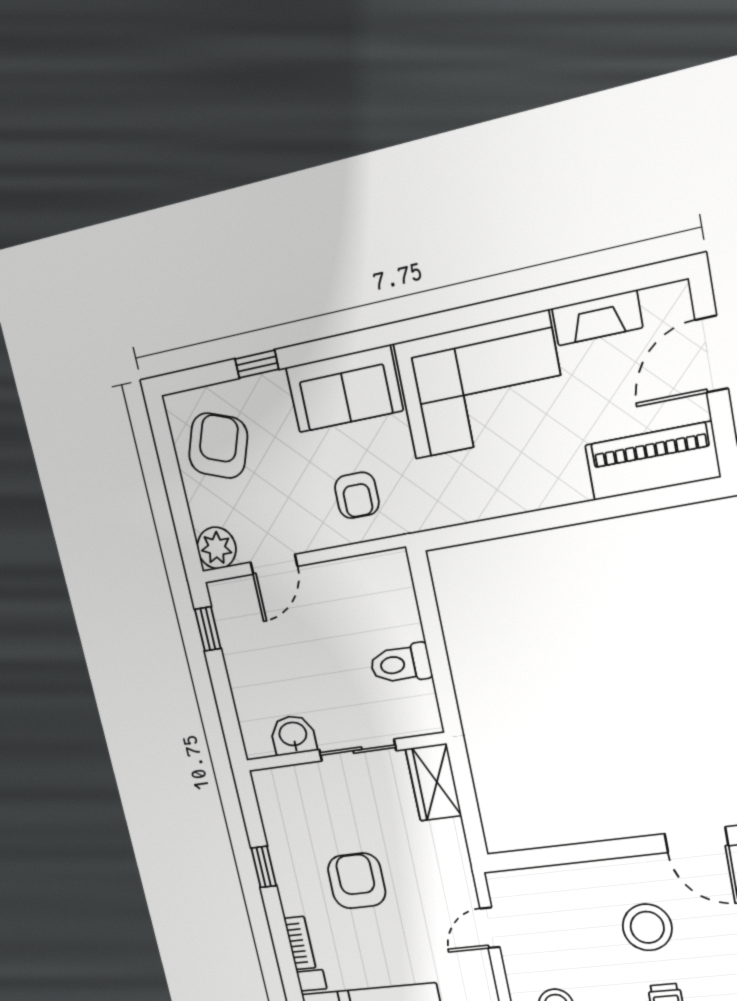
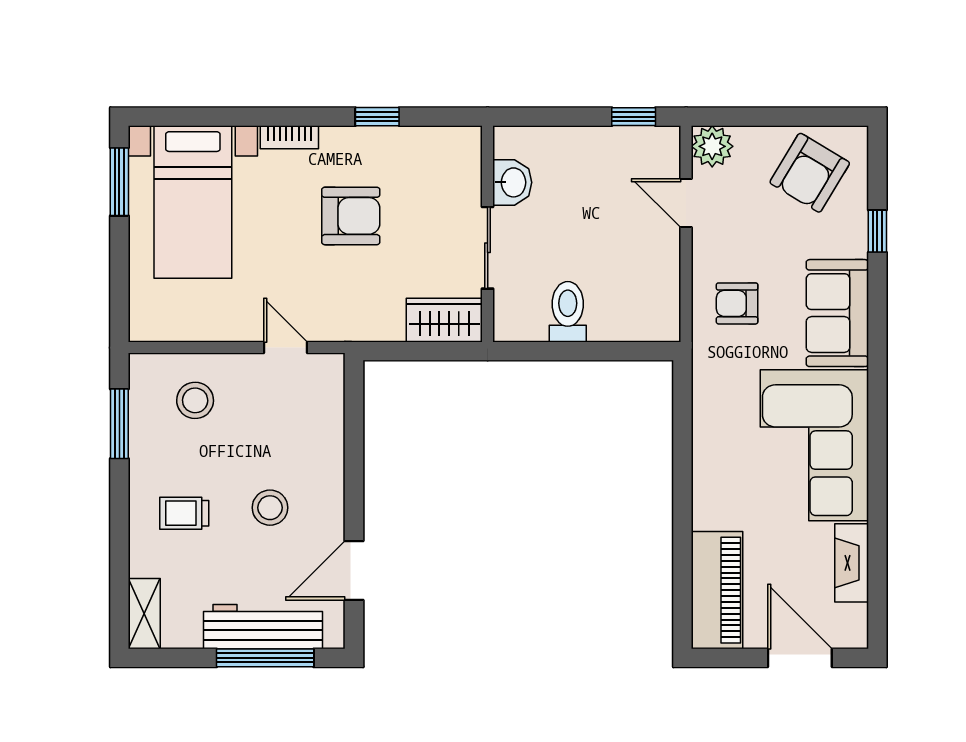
armchair: (218, 446) -> (810, 173), turned 101
stool: (647, 927) -> (270, 508), width x0.73, depth x0.73

